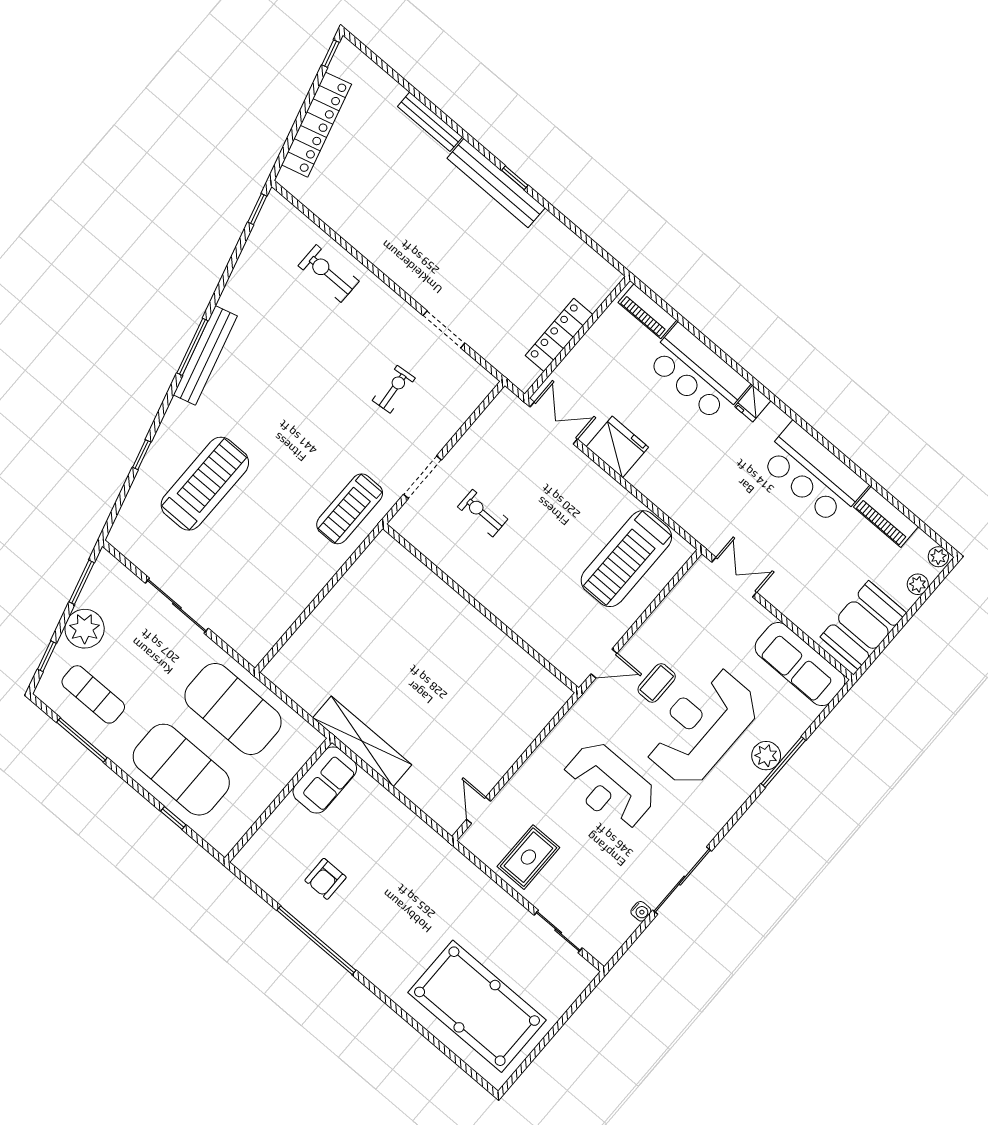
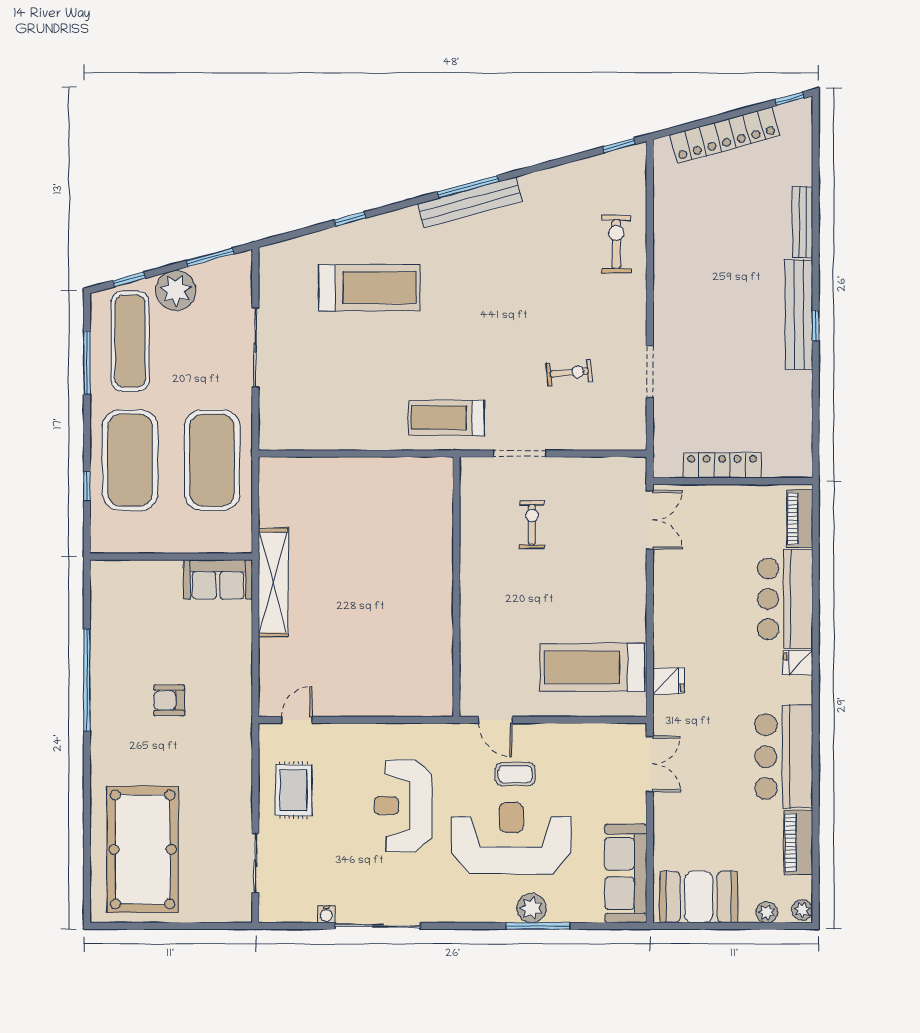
fridge: (617, 447) -> (668, 681), moved, width x0.53, depth x0.75
exercise mat: (93, 694) -> (130, 341), width x1.36, depth x1.45
rug: (528, 857) -> (294, 790), turned 90
armchair: (326, 879) -> (169, 700), moved

